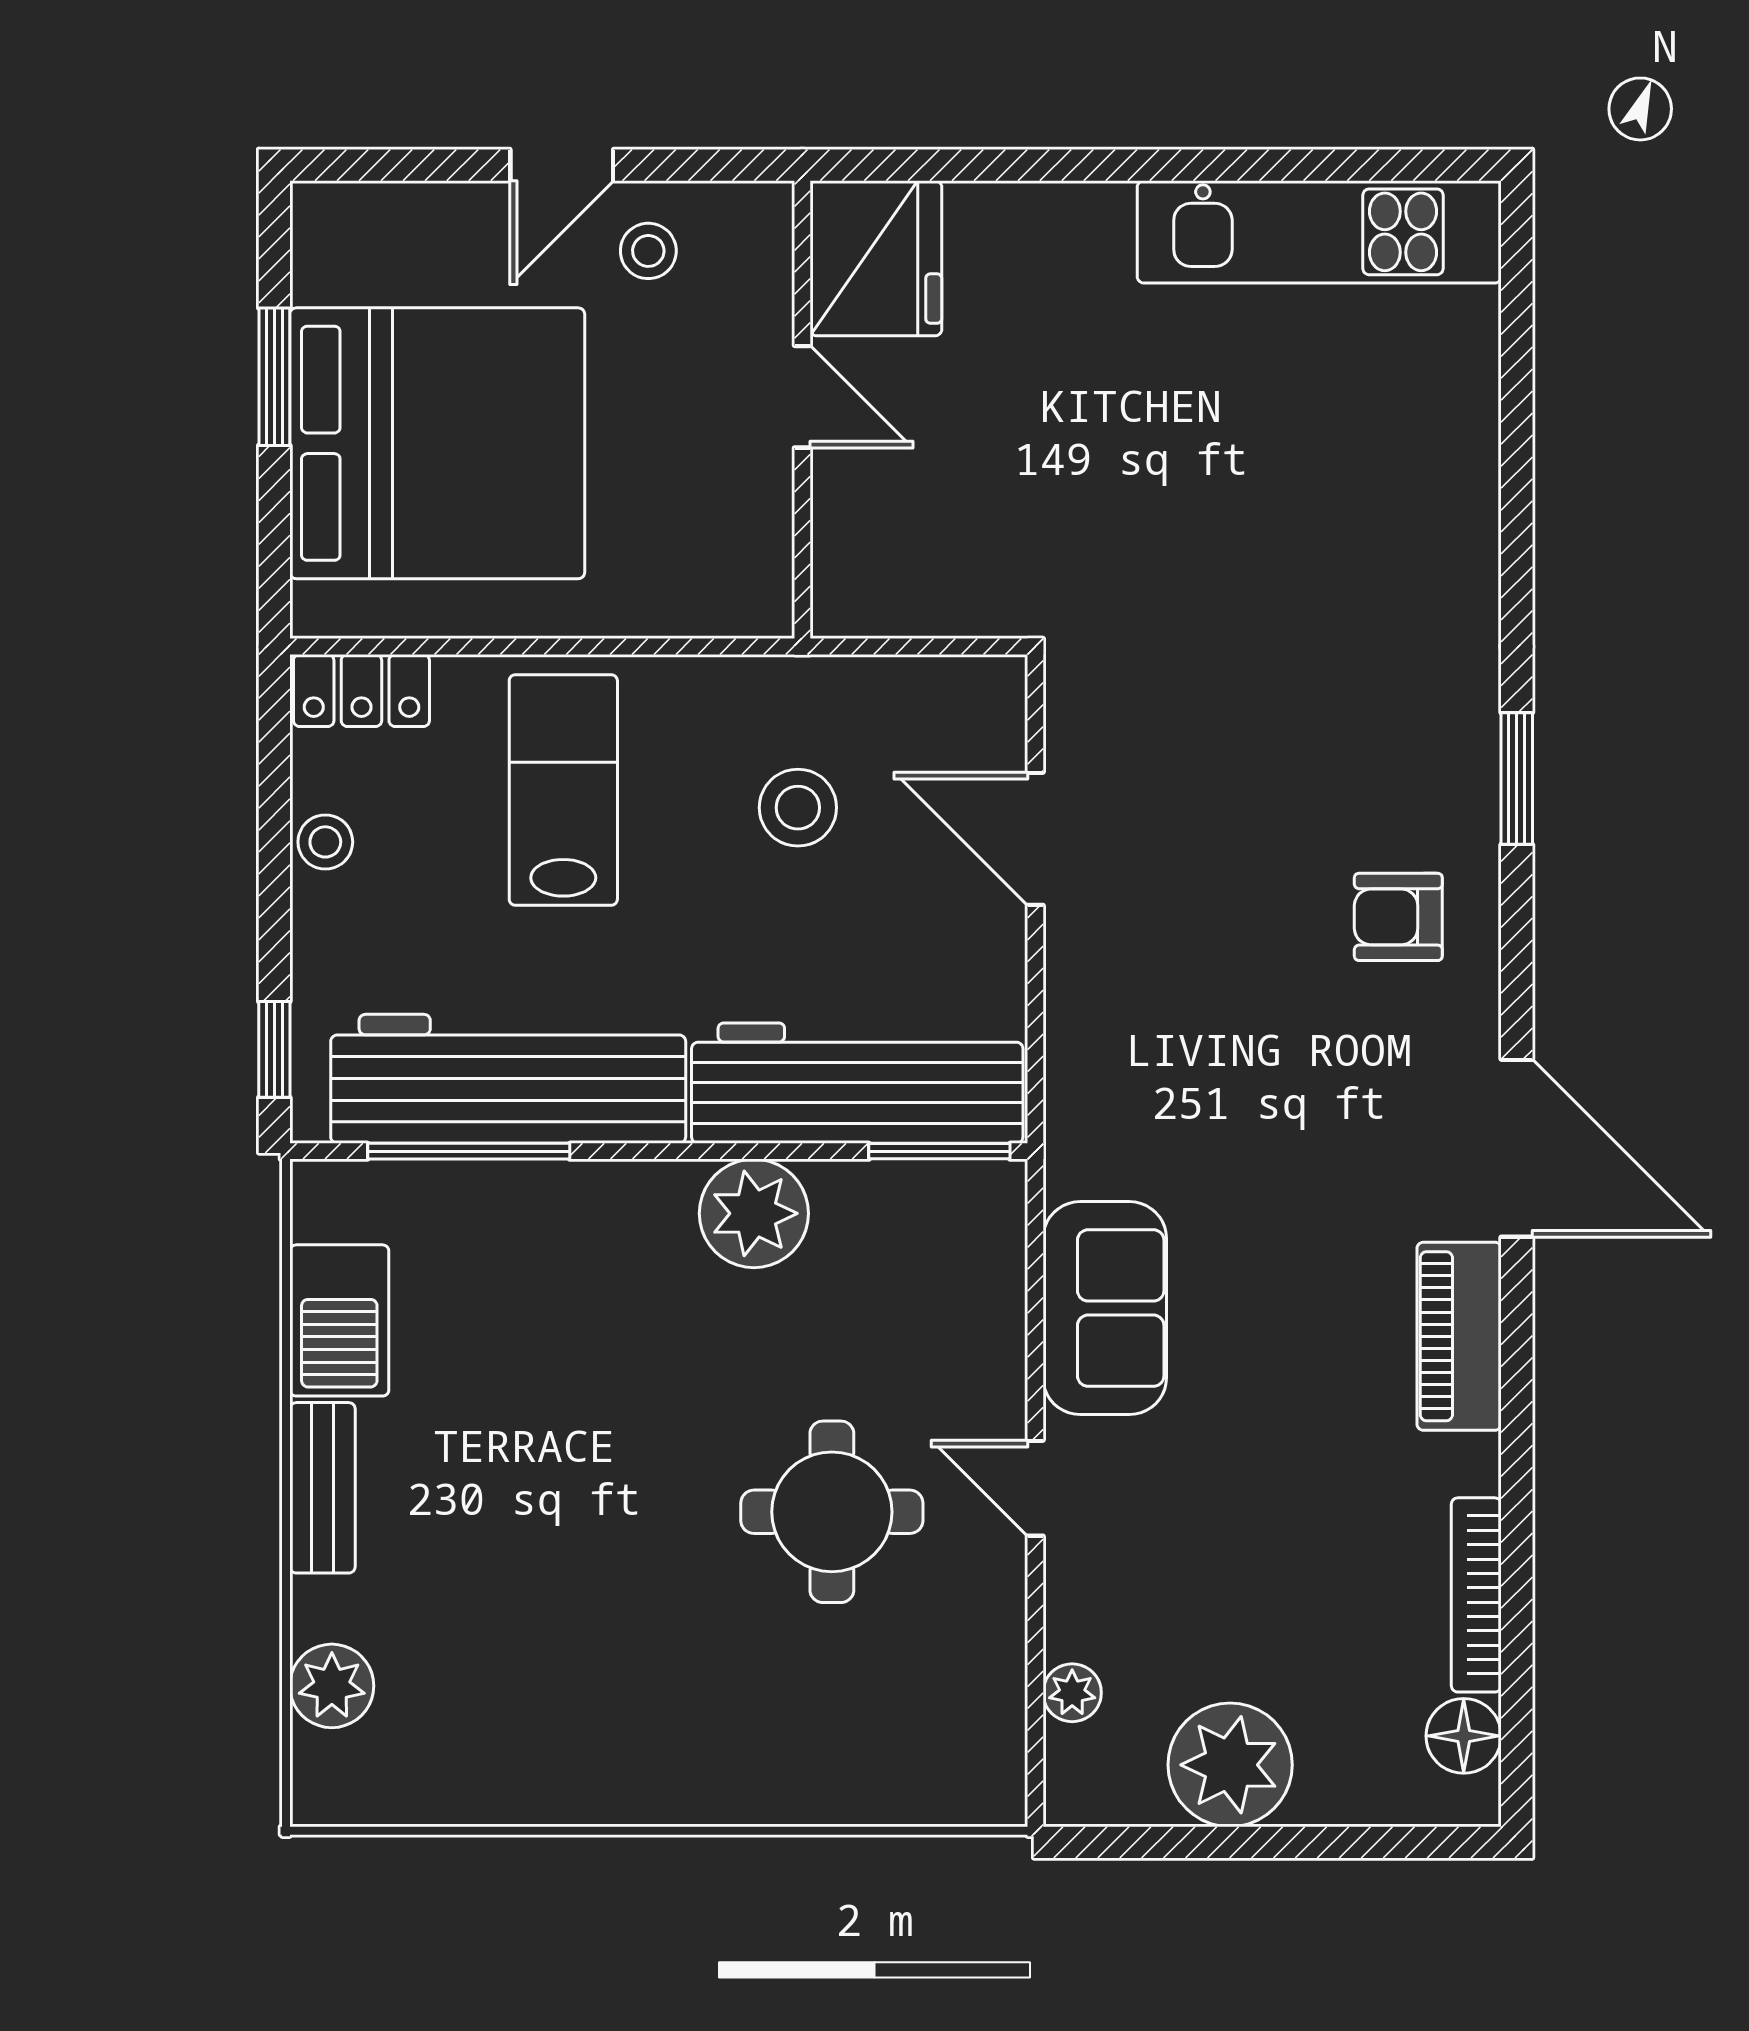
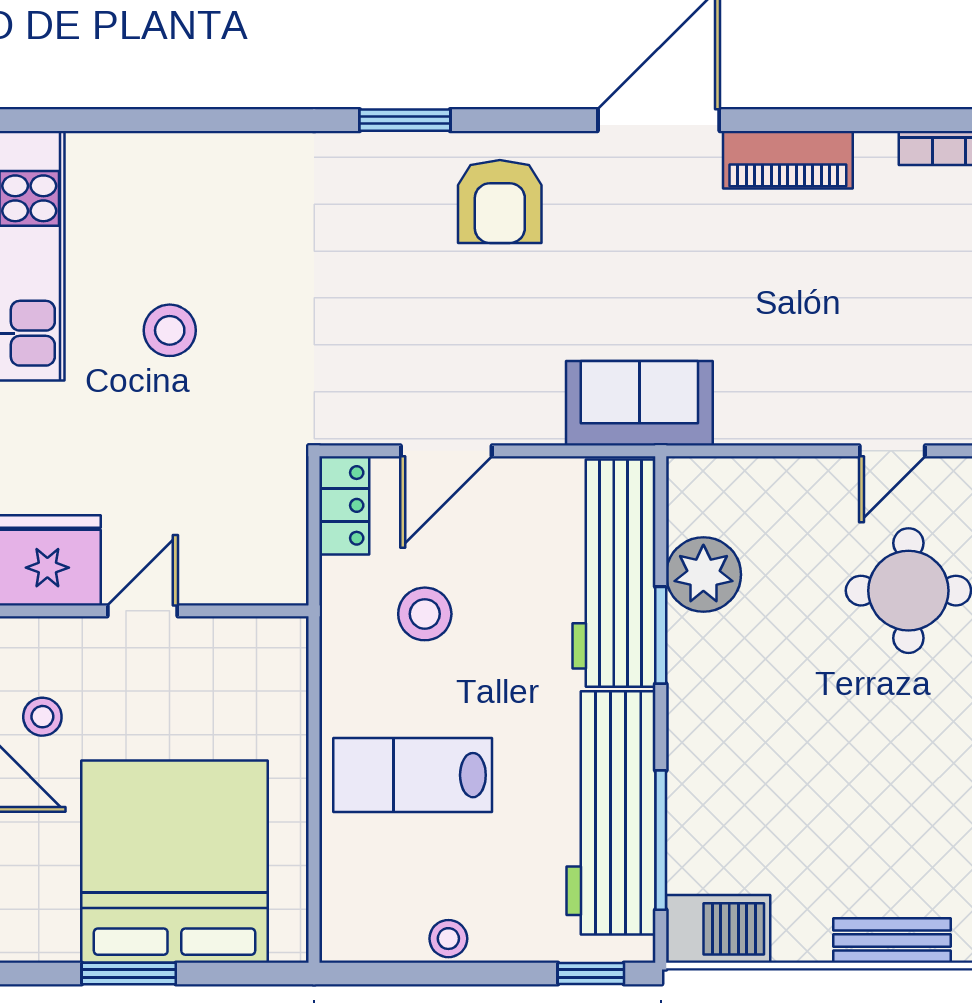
stool: (1211, 436) -> (170, 330), added
locker: (361, 690) -> (344, 505), moved
armchair: (1398, 917) -> (500, 201), width x1.38, depth x1.38
window: (939, 1151) -> (661, 635), moved
plant: (754, 1213) -> (703, 575), moved
sofa: (1105, 1308) -> (639, 403), moved
barbecue: (339, 1320) -> (718, 929), moved

